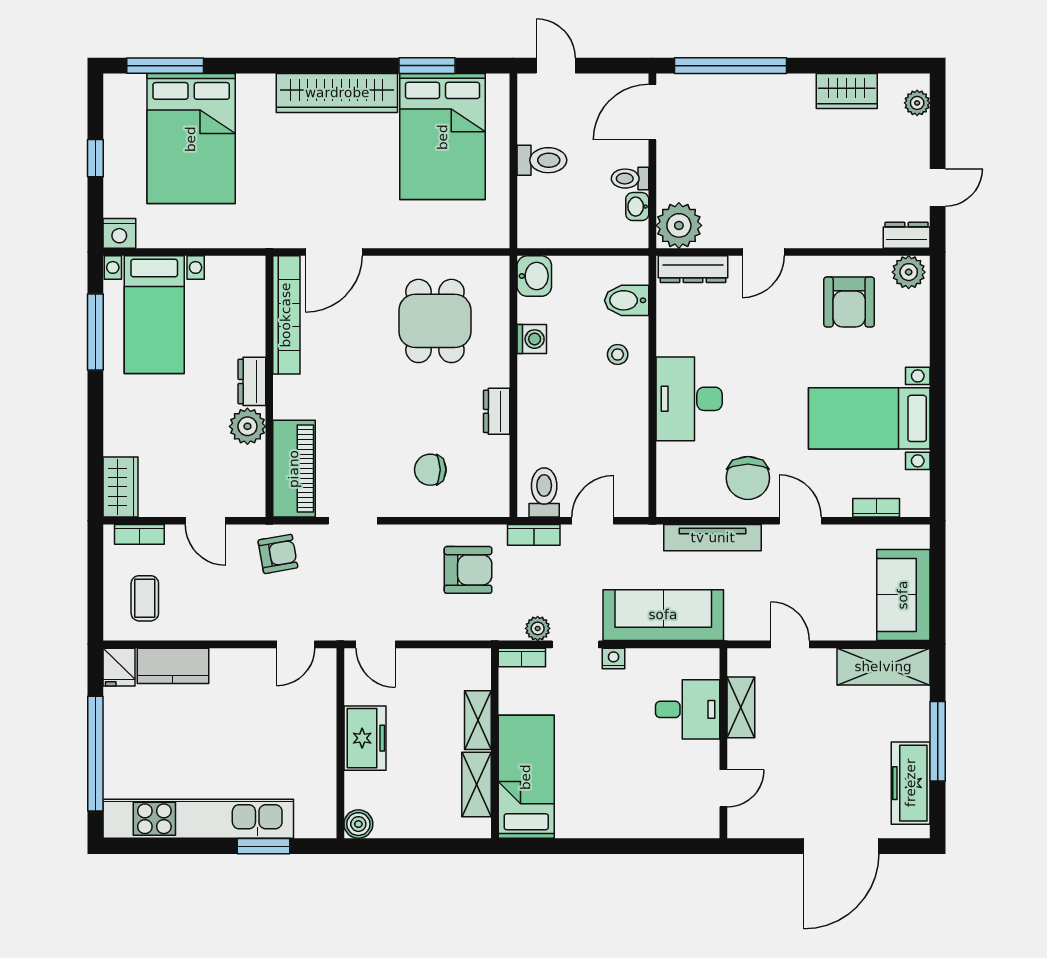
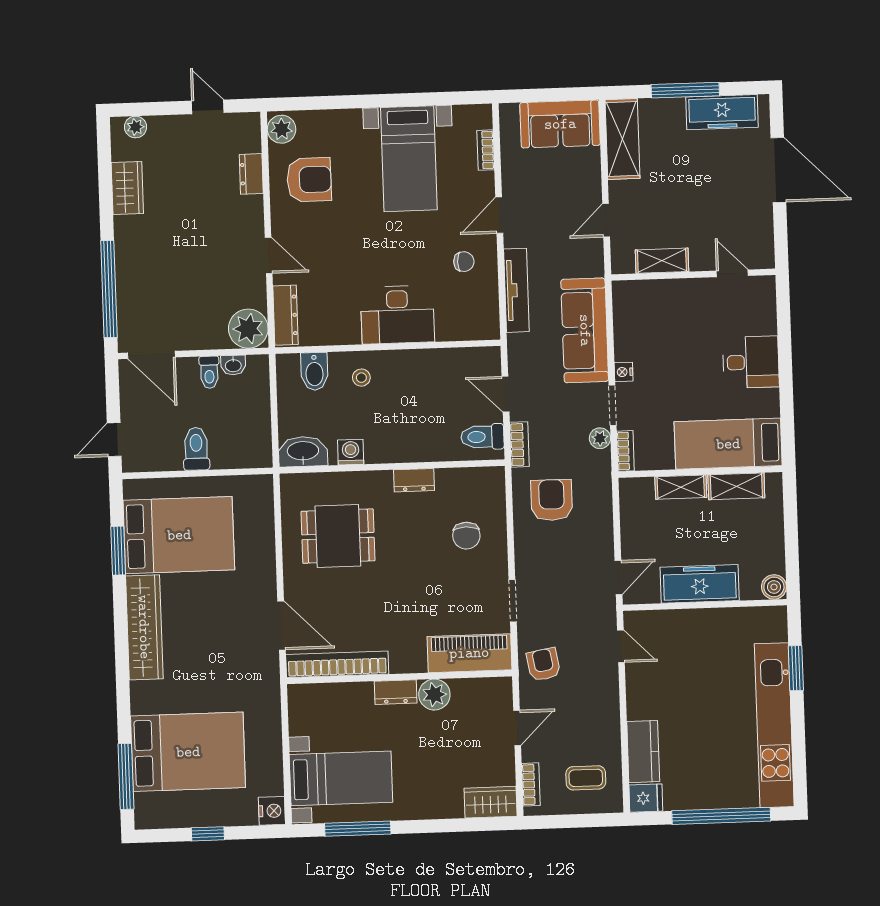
dresser: (907, 235) -> (251, 174), moved
washbasin: (534, 276) -> (303, 452), width x1.38
chair: (748, 478) -> (464, 262), width x0.54, depth x0.54
desk: (688, 709) -> (751, 362), moved, turned 90
freezer: (365, 738) -> (700, 584), width x1.40

